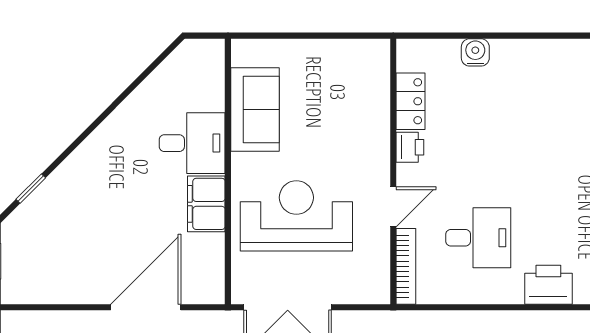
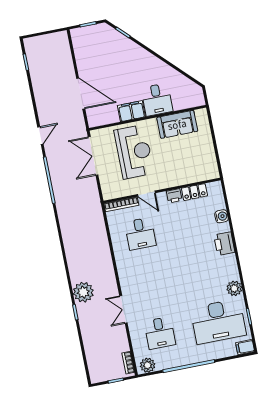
printer: (548, 285) -> (224, 244), moved, turned 180

